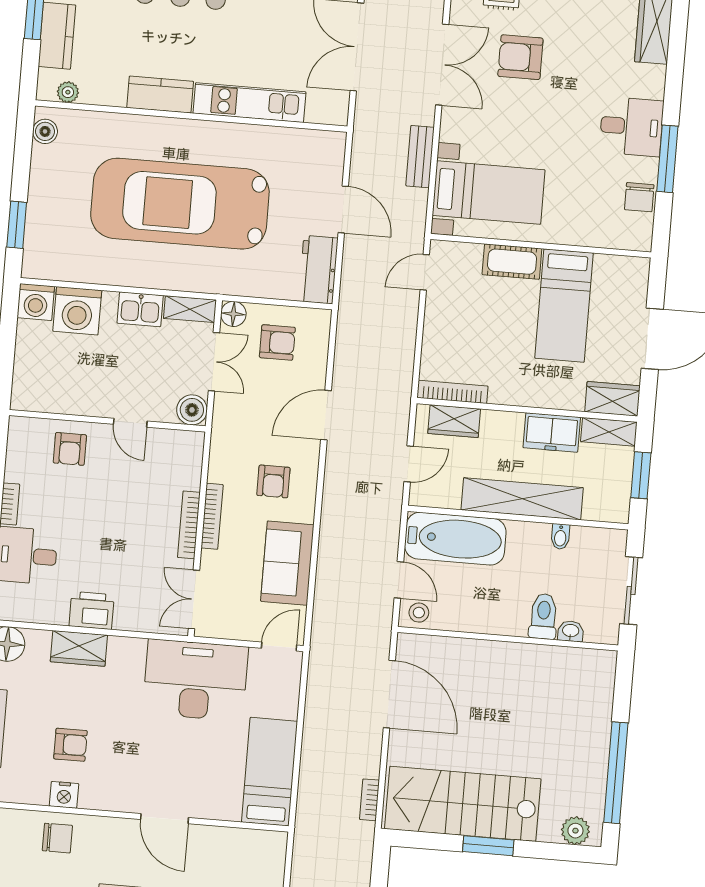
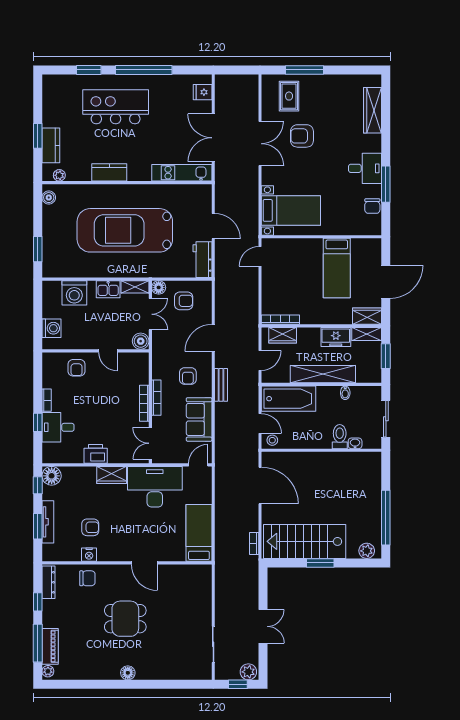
kitchen unit: (249, 103) -> (182, 173), moved
bench: (420, 157) -> (221, 385), moved
cot: (512, 262) -> (307, 247), removed
washing machine: (36, 302) -> (51, 328), moved, turned -90
wardrobe: (79, 648) -> (112, 475), moved

